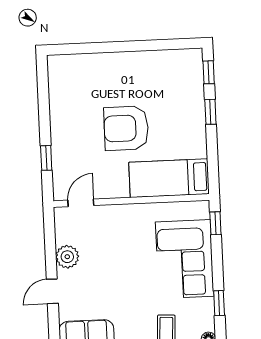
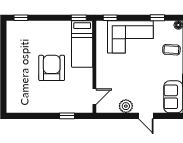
window: (210, 112) -> (79, 18), moved
armchair: (126, 128) -> (52, 68), turned 180
door: (81, 203) -> (94, 97), swing flipped

